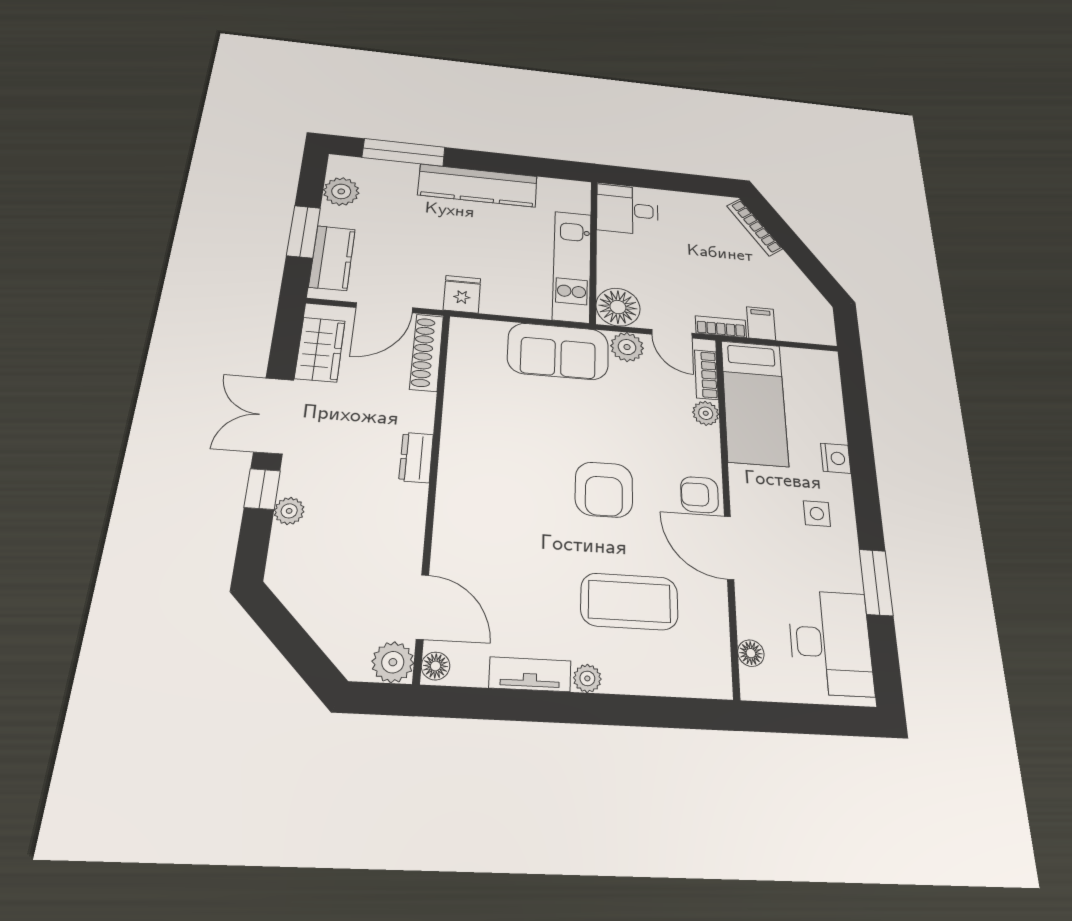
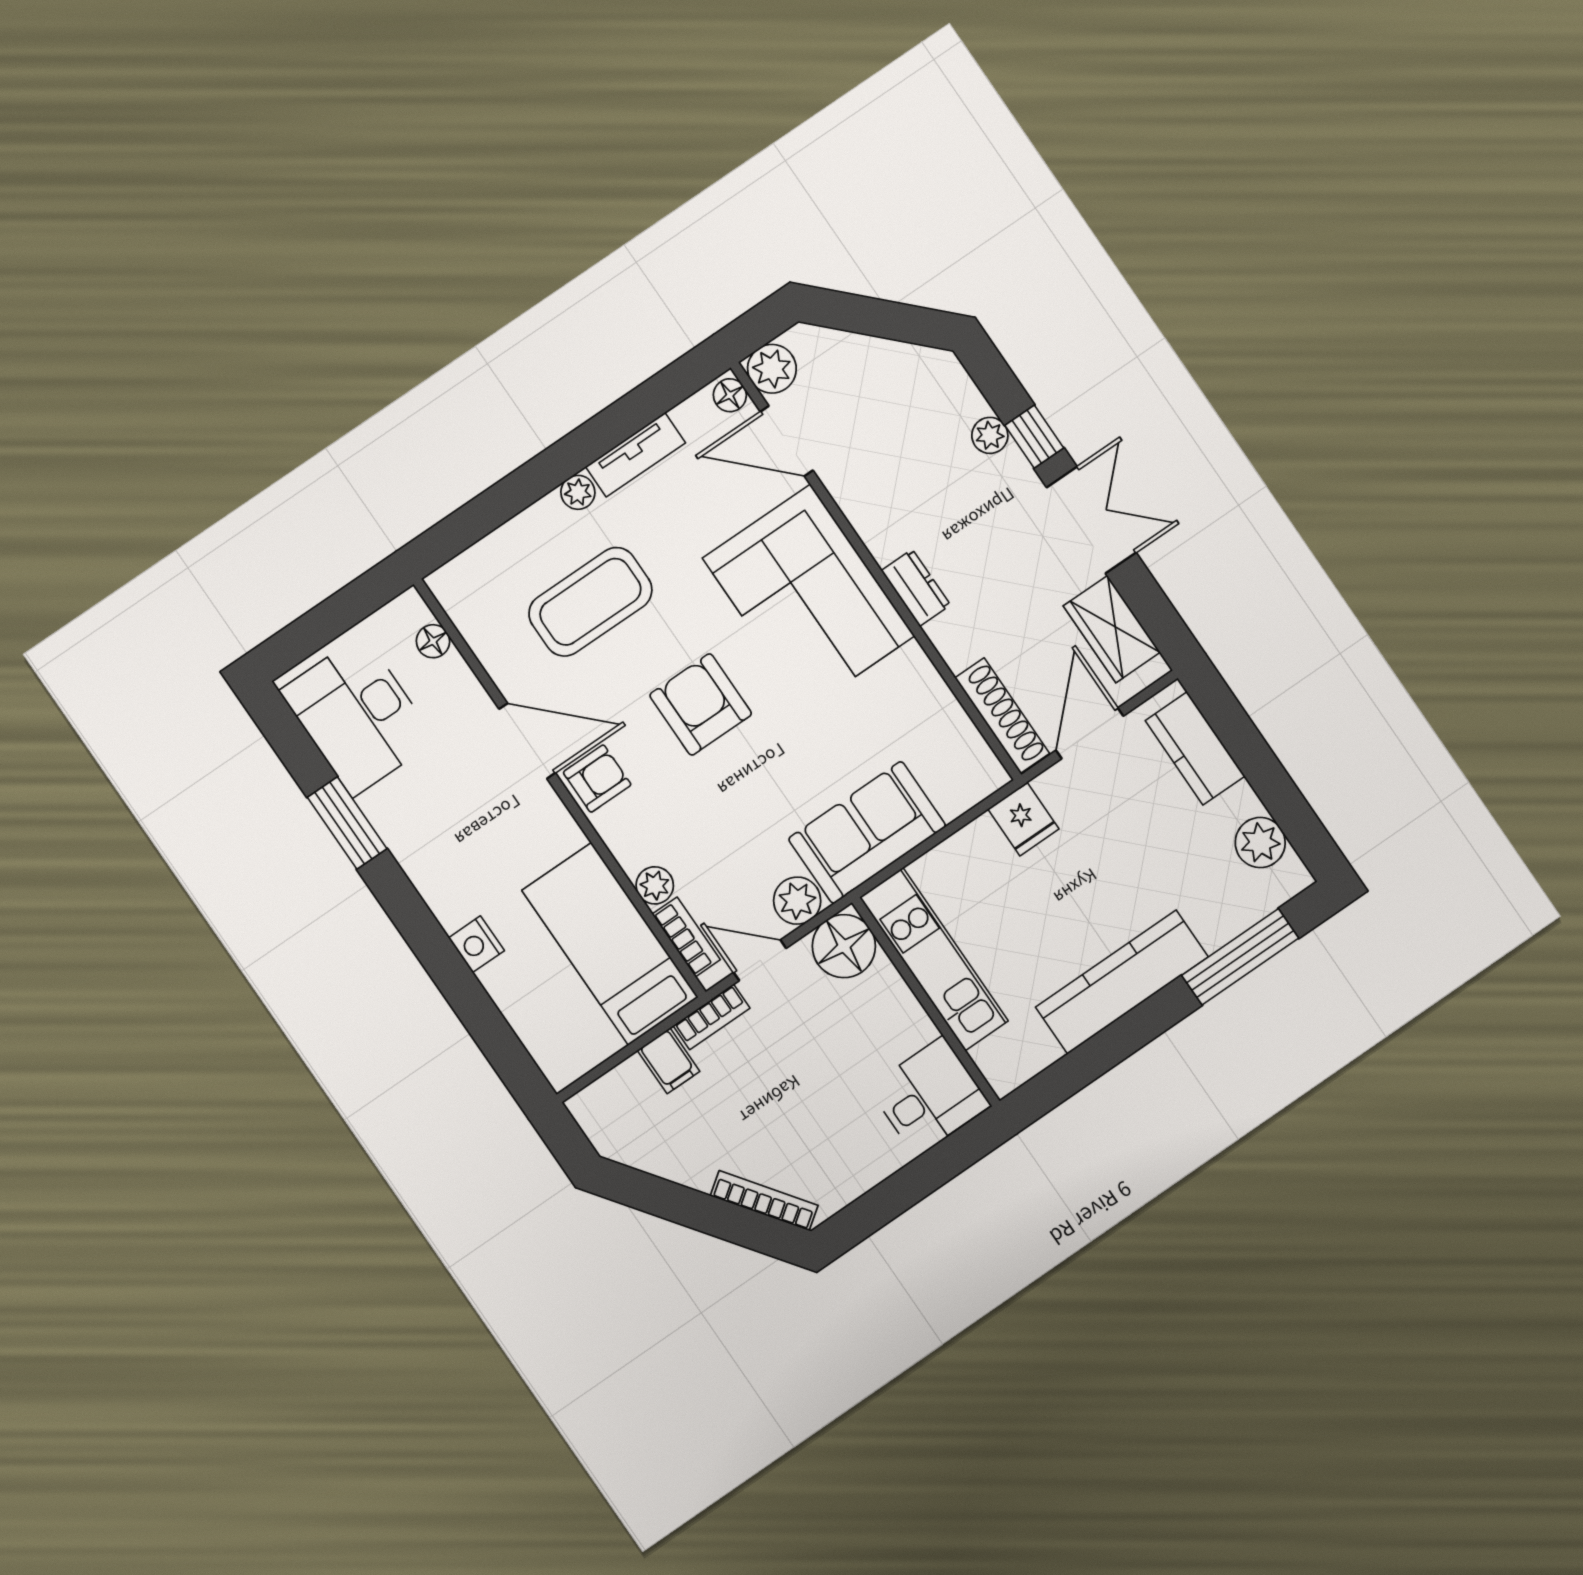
window: (304, 232) -> (1253, 756), removed
corner sofa: (487, 501) -> (809, 597), added
side table: (817, 514) -> (457, 856), removed

